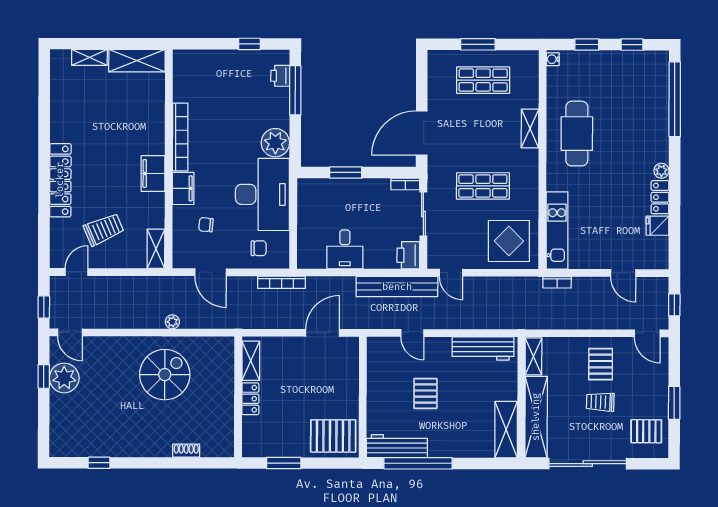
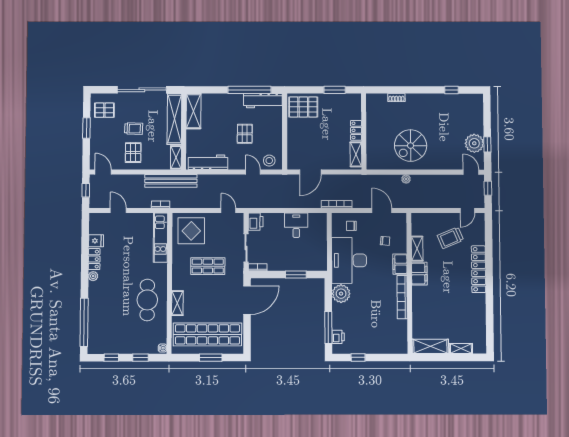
shop shelf: (483, 80) -> (207, 334), width x2.00, depth x1.36
shelving: (156, 249) -> (417, 249), moved
bench: (397, 287) -> (171, 181), moved
stool: (387, 351) -> (269, 161), added

